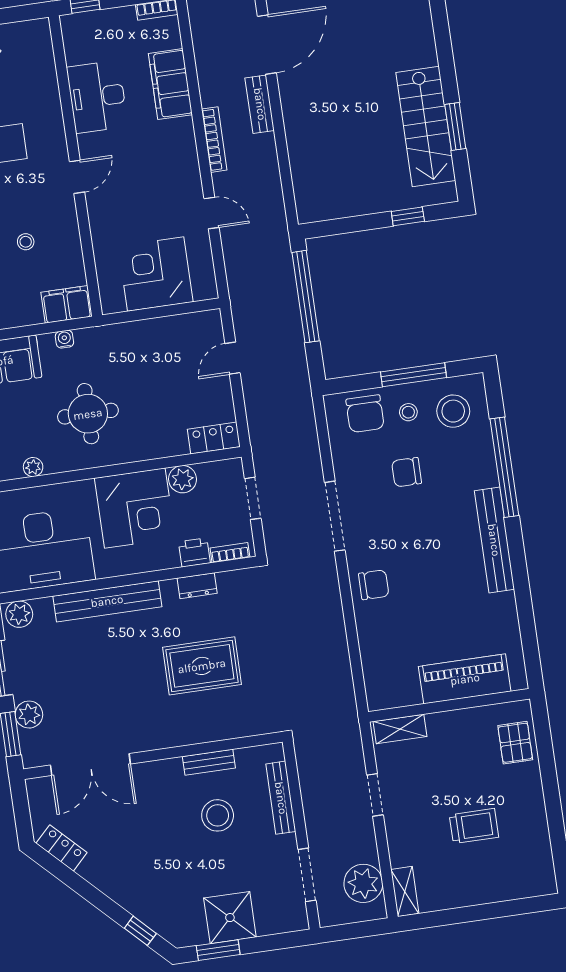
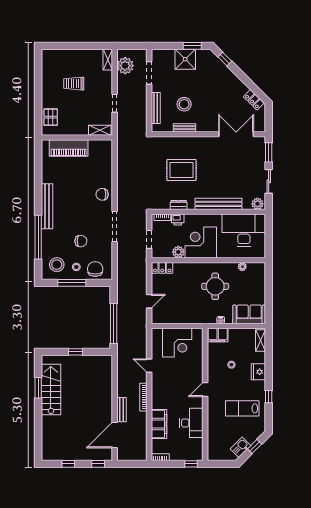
window: (408, 216) -> (75, 352), moved
plant: (29, 715) -> (260, 160), removed

